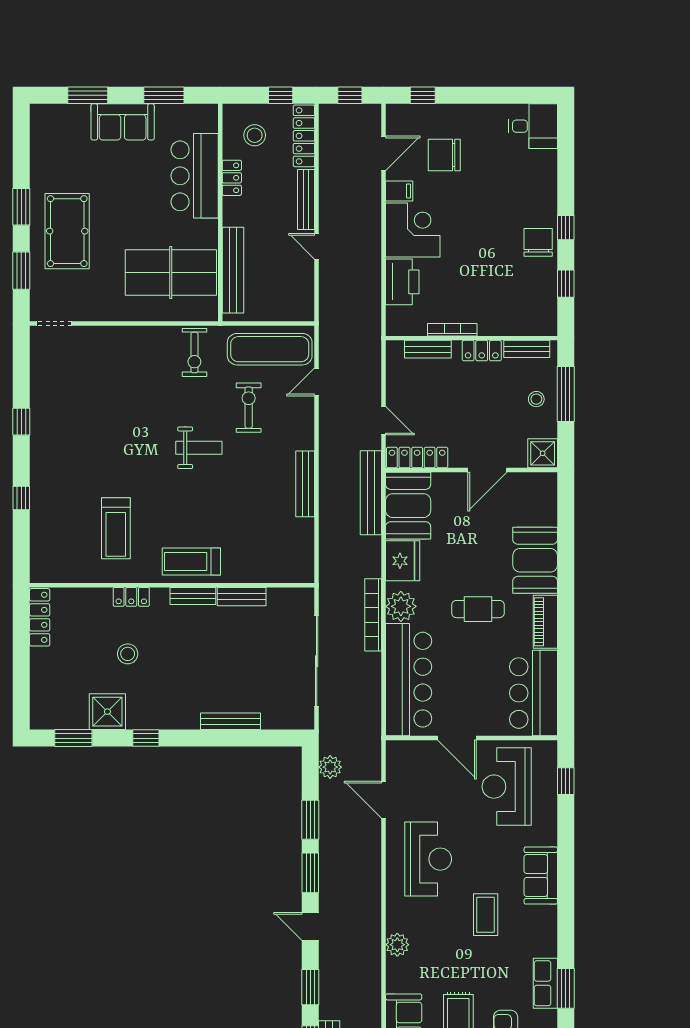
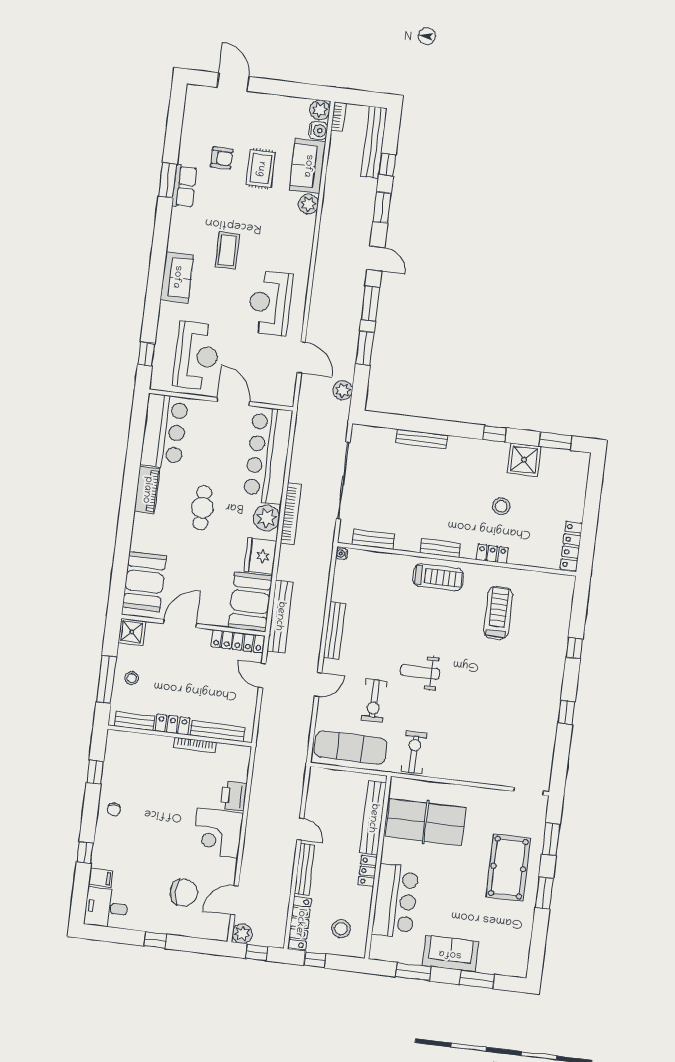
window: (423, 95) -> (155, 940), moved
plant: (370, 115) -> (242, 934), added
locker: (232, 178) -> (368, 871), moved
filing cabinet: (399, 191) -> (101, 878), moved, turned 180
window: (566, 228) -> (85, 853), moved
chair: (538, 242) -> (114, 809), width x0.54, depth x0.54
printer: (402, 282) -> (234, 796), width x0.73, depth x0.84
bench: (428, 349) -> (218, 731), width x1.36
door: (317, 382) -> (318, 684), moved
booth: (535, 560) -> (144, 582), moved
water cooler: (308, 575) -> (342, 554), added
bench: (242, 597) -> (373, 539), moved
cafe table: (478, 609) -> (202, 508), turned 90
plant: (397, 945) -> (308, 204), moved

